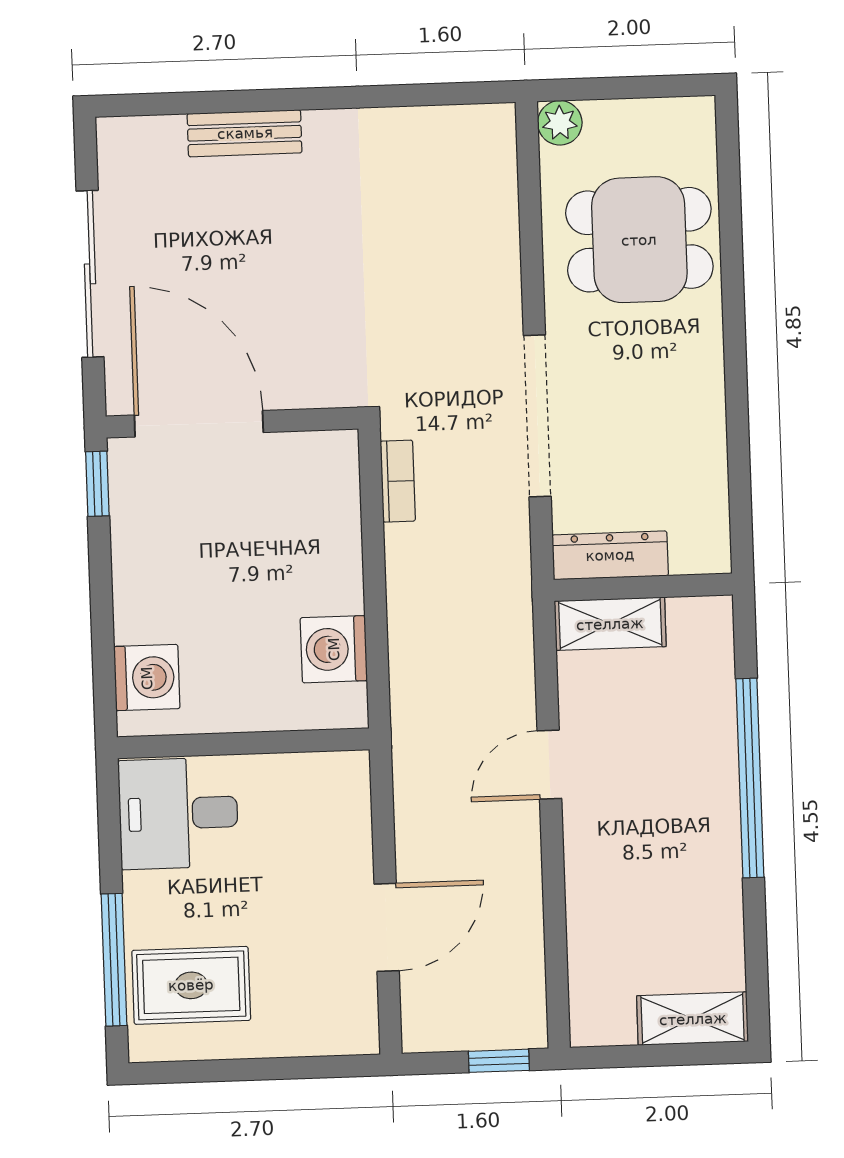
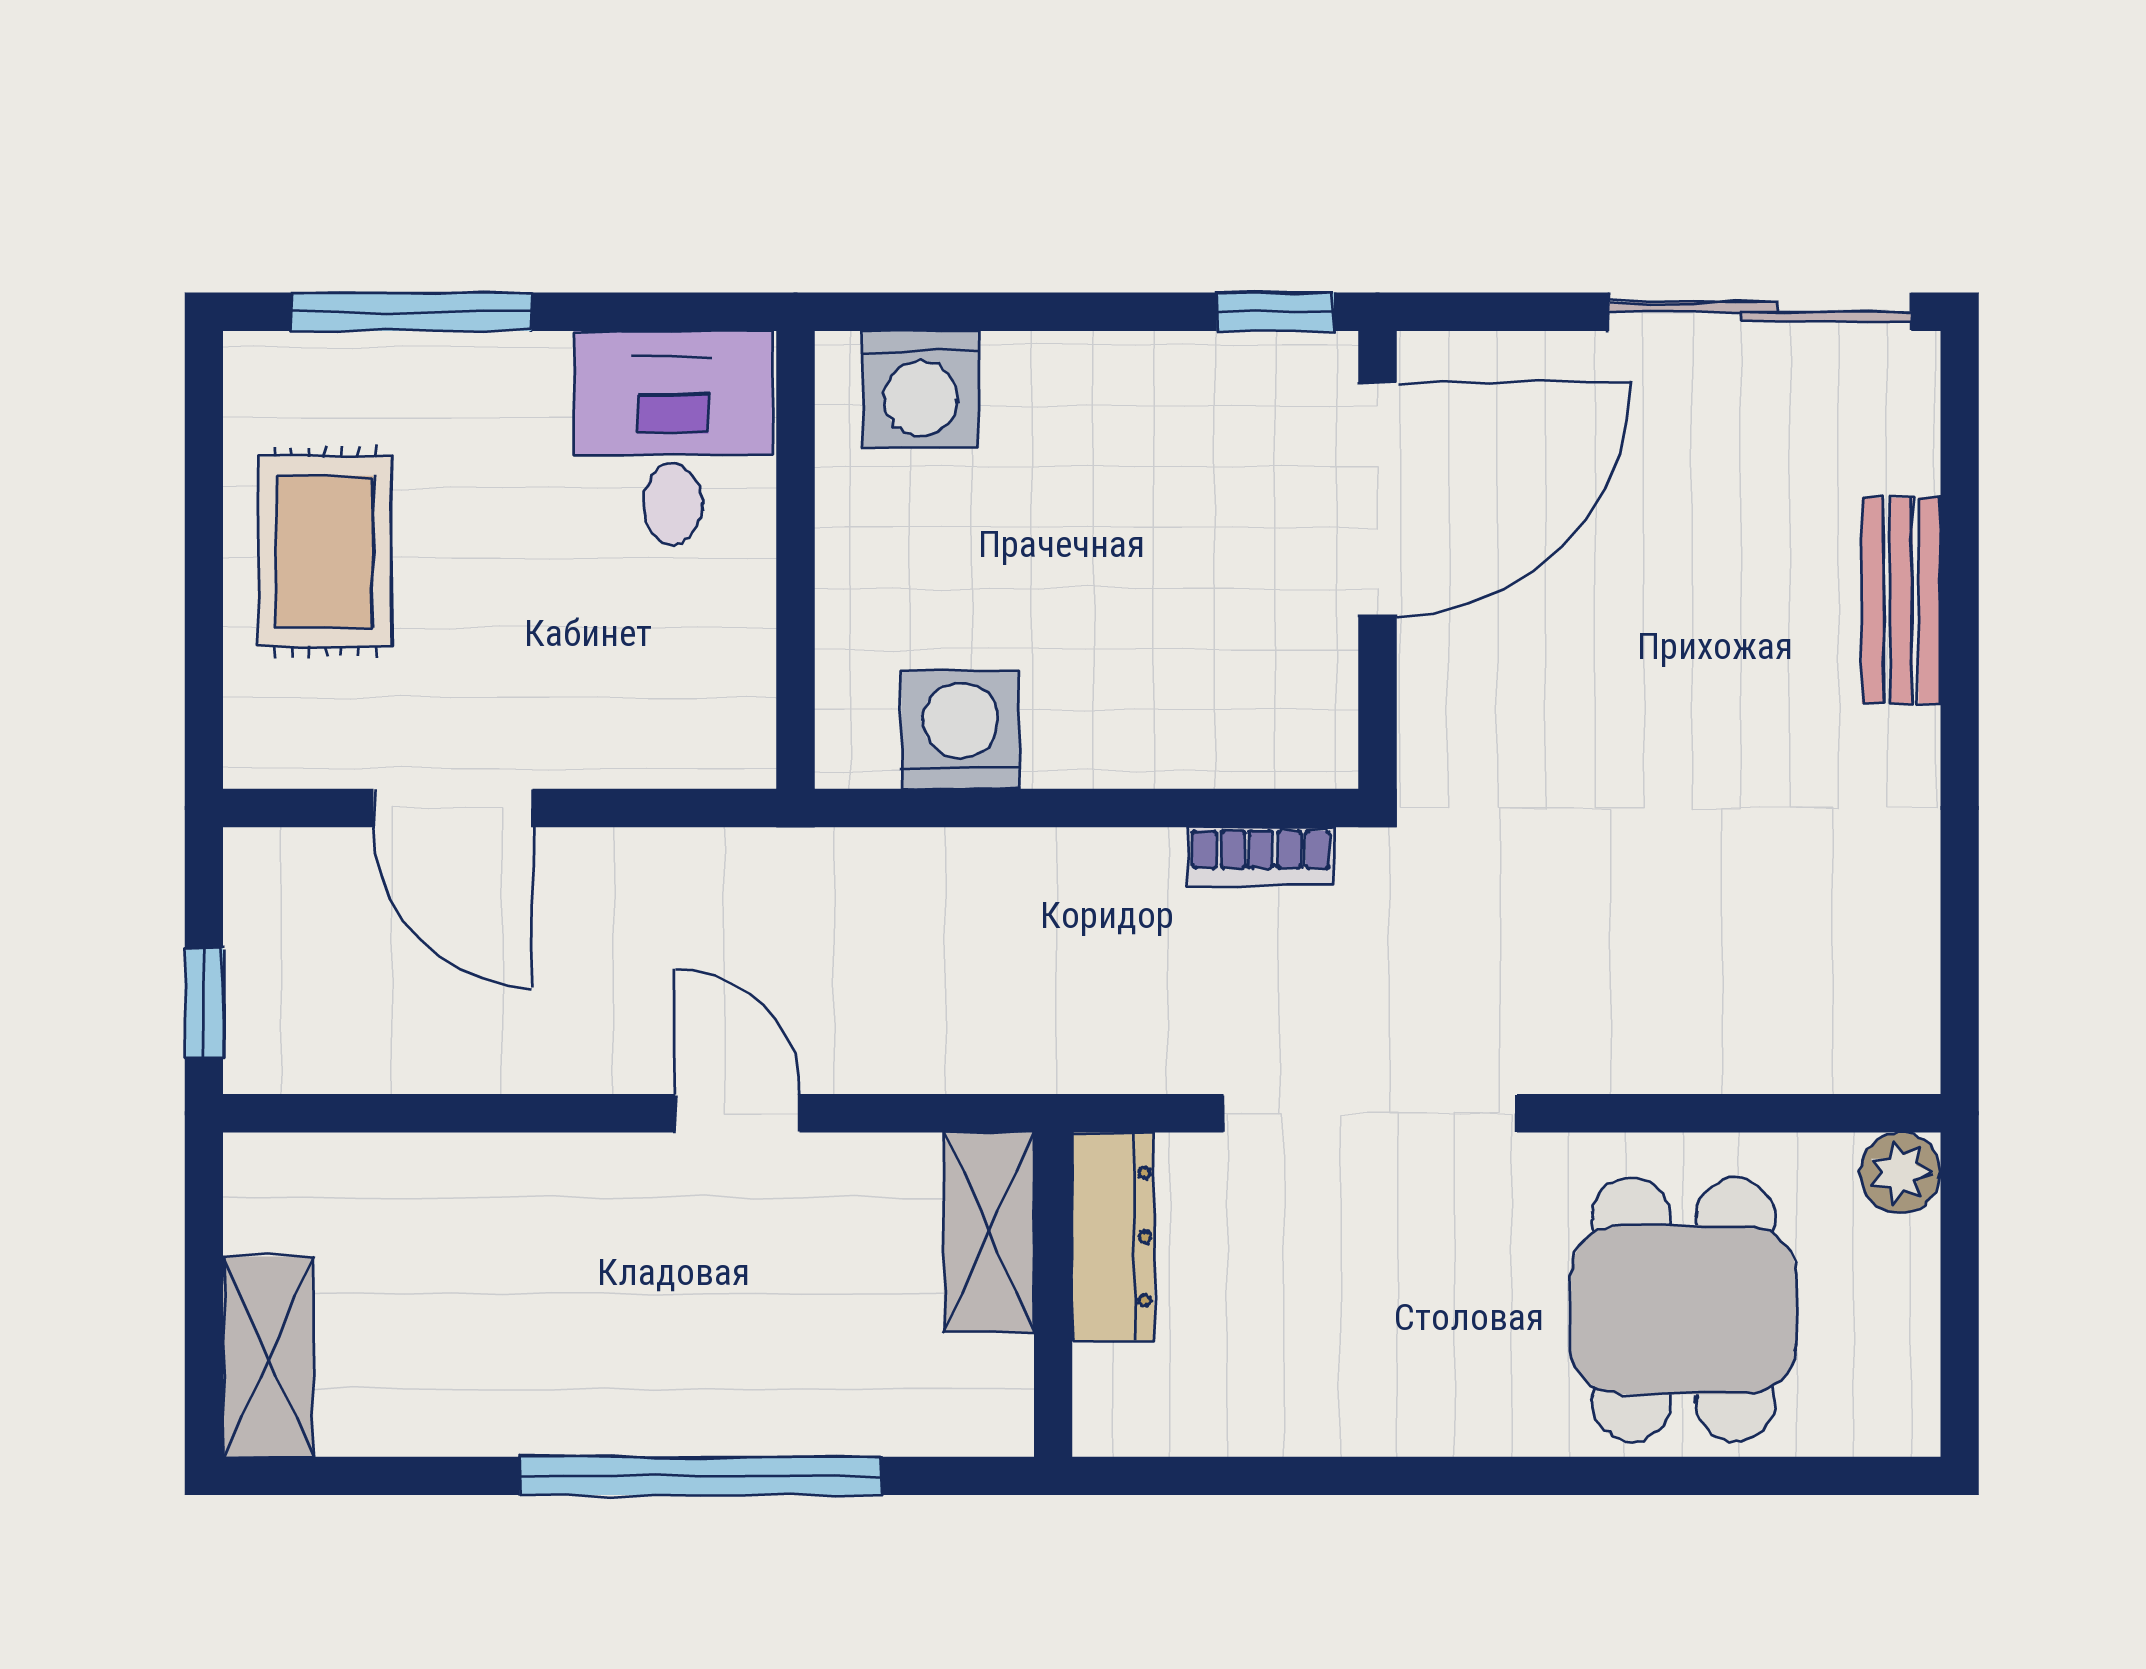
sliding door: (90, 274) -> (1760, 312), moved
rug: (191, 985) -> (325, 552), moved

